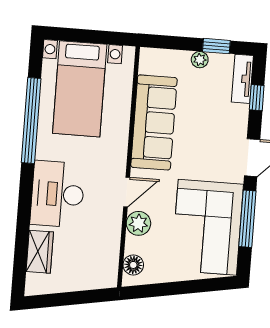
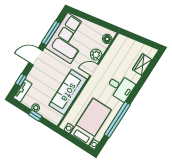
window: (216, 46) -> (35, 115), moved
desk: (58, 194) -> (120, 88), width x0.73

